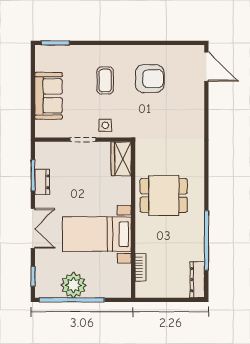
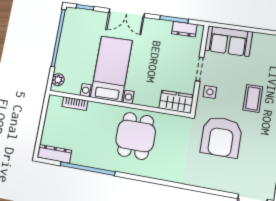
armchair: (150, 79) -> (221, 137), moved, width x1.36, depth x1.36
coffee table: (105, 80) -> (253, 98), turned 90
sofa: (49, 96) -> (228, 41), moved
dresser: (42, 182) -> (184, 29), moved
plant: (73, 285) -> (58, 80), moved, width x0.53, depth x0.53

